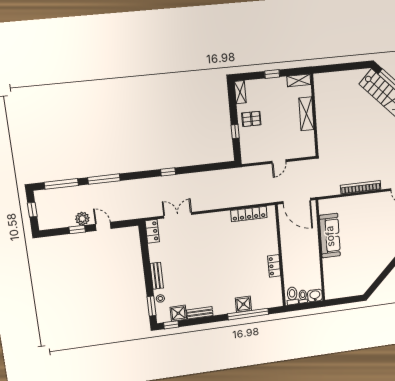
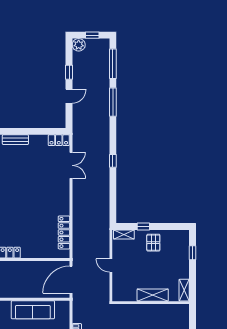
window: (272, 74) -> (192, 253), moved
shelving: (240, 92) -> (124, 234), moved
plant: (82, 219) -> (79, 45), moved

